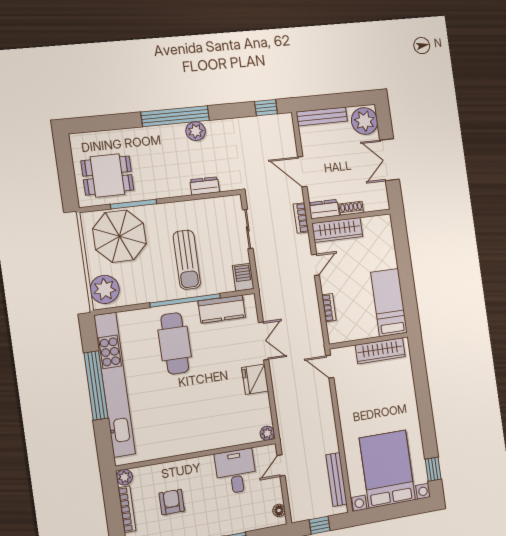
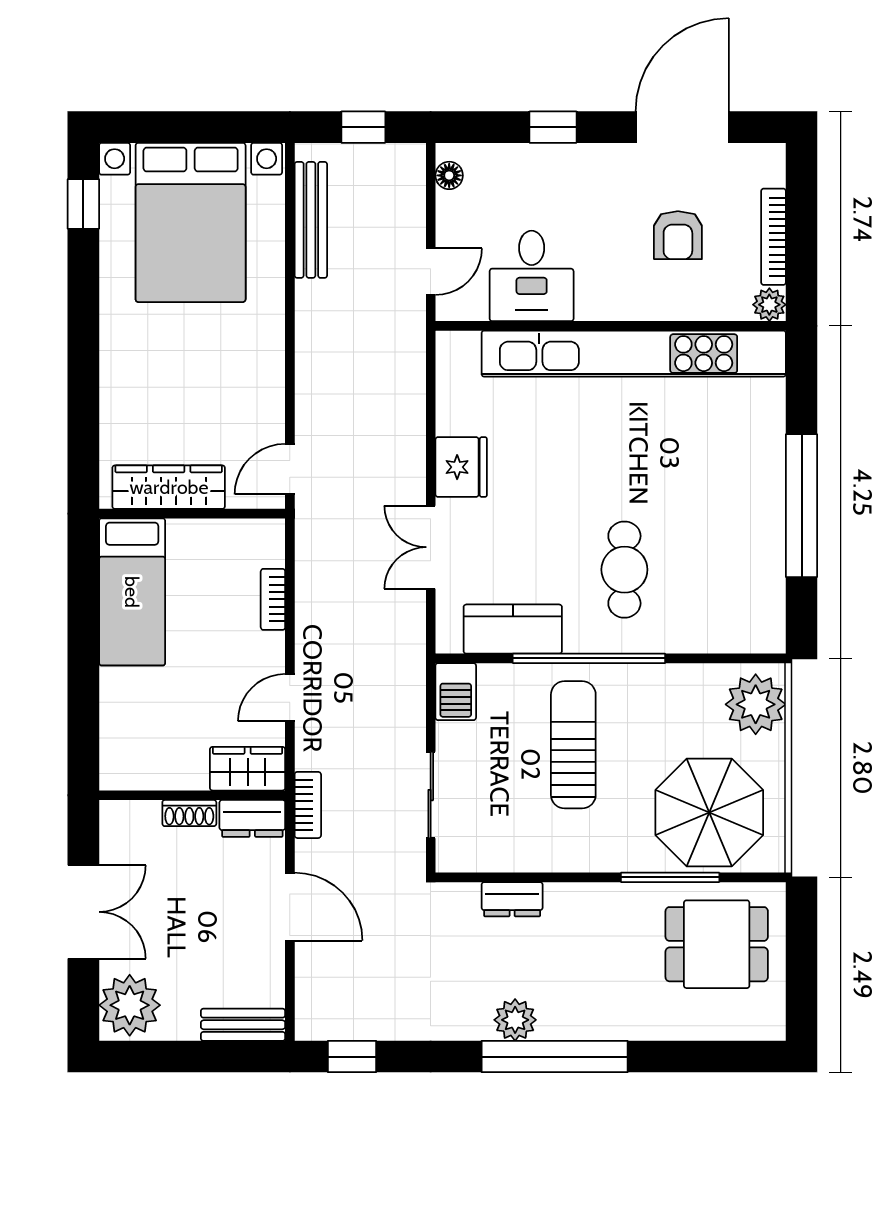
bench: (322, 116) -> (243, 1025), width x0.73
wardrobe: (337, 230) -> (248, 769), width x0.67
cafe table: (175, 343) -> (624, 570), width x0.73, depth x0.74
door: (330, 367) -> (290, 469), swing flipped
kitchen unit: (115, 385) -> (634, 354), moved, turned -90
plant: (267, 433) -> (451, 346), removed

